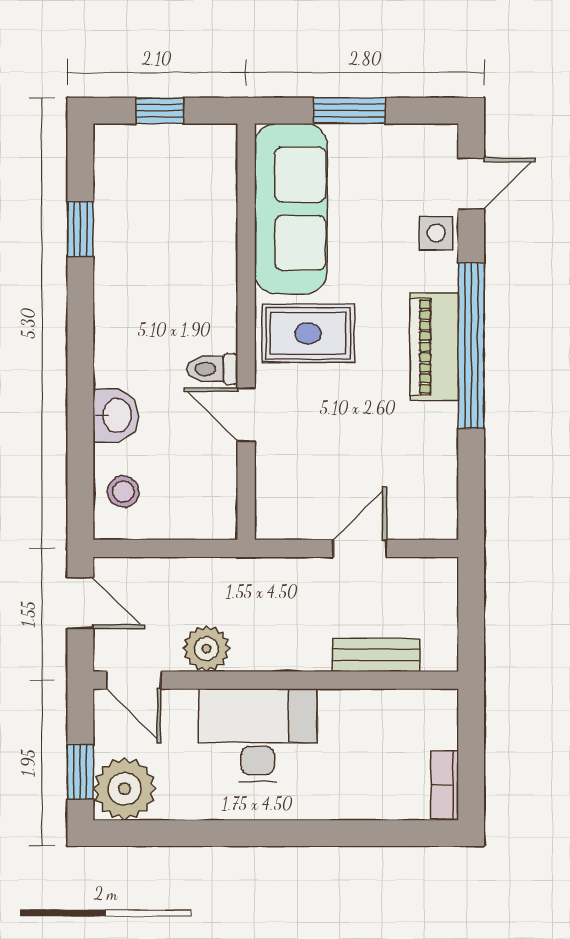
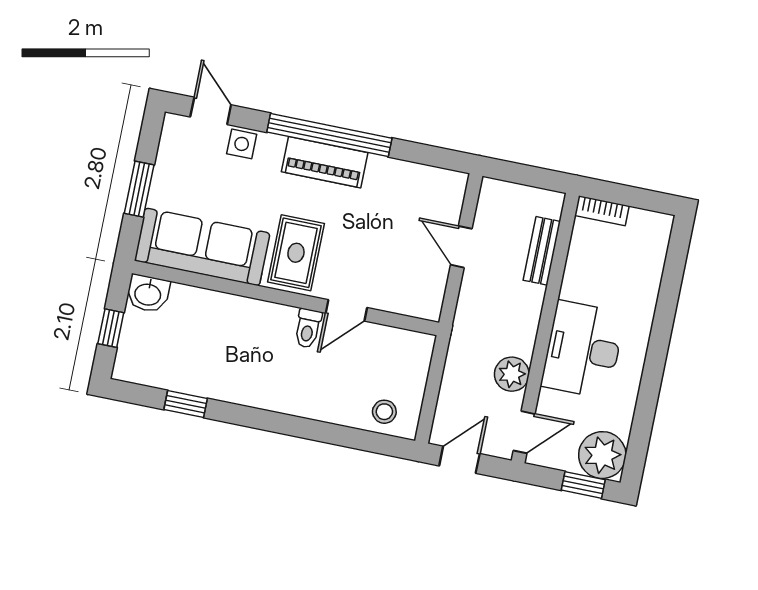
washbasin: (116, 415) -> (148, 294), moved, turned 180
bookcase: (445, 785) -> (602, 211), moved

